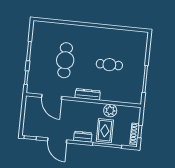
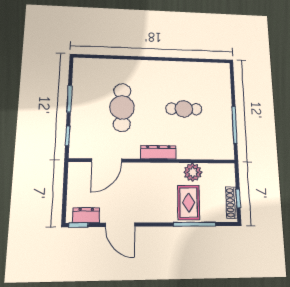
door: (52, 97) -> (107, 160), hinge flipped
dresser: (83, 137) -> (86, 215), moved

